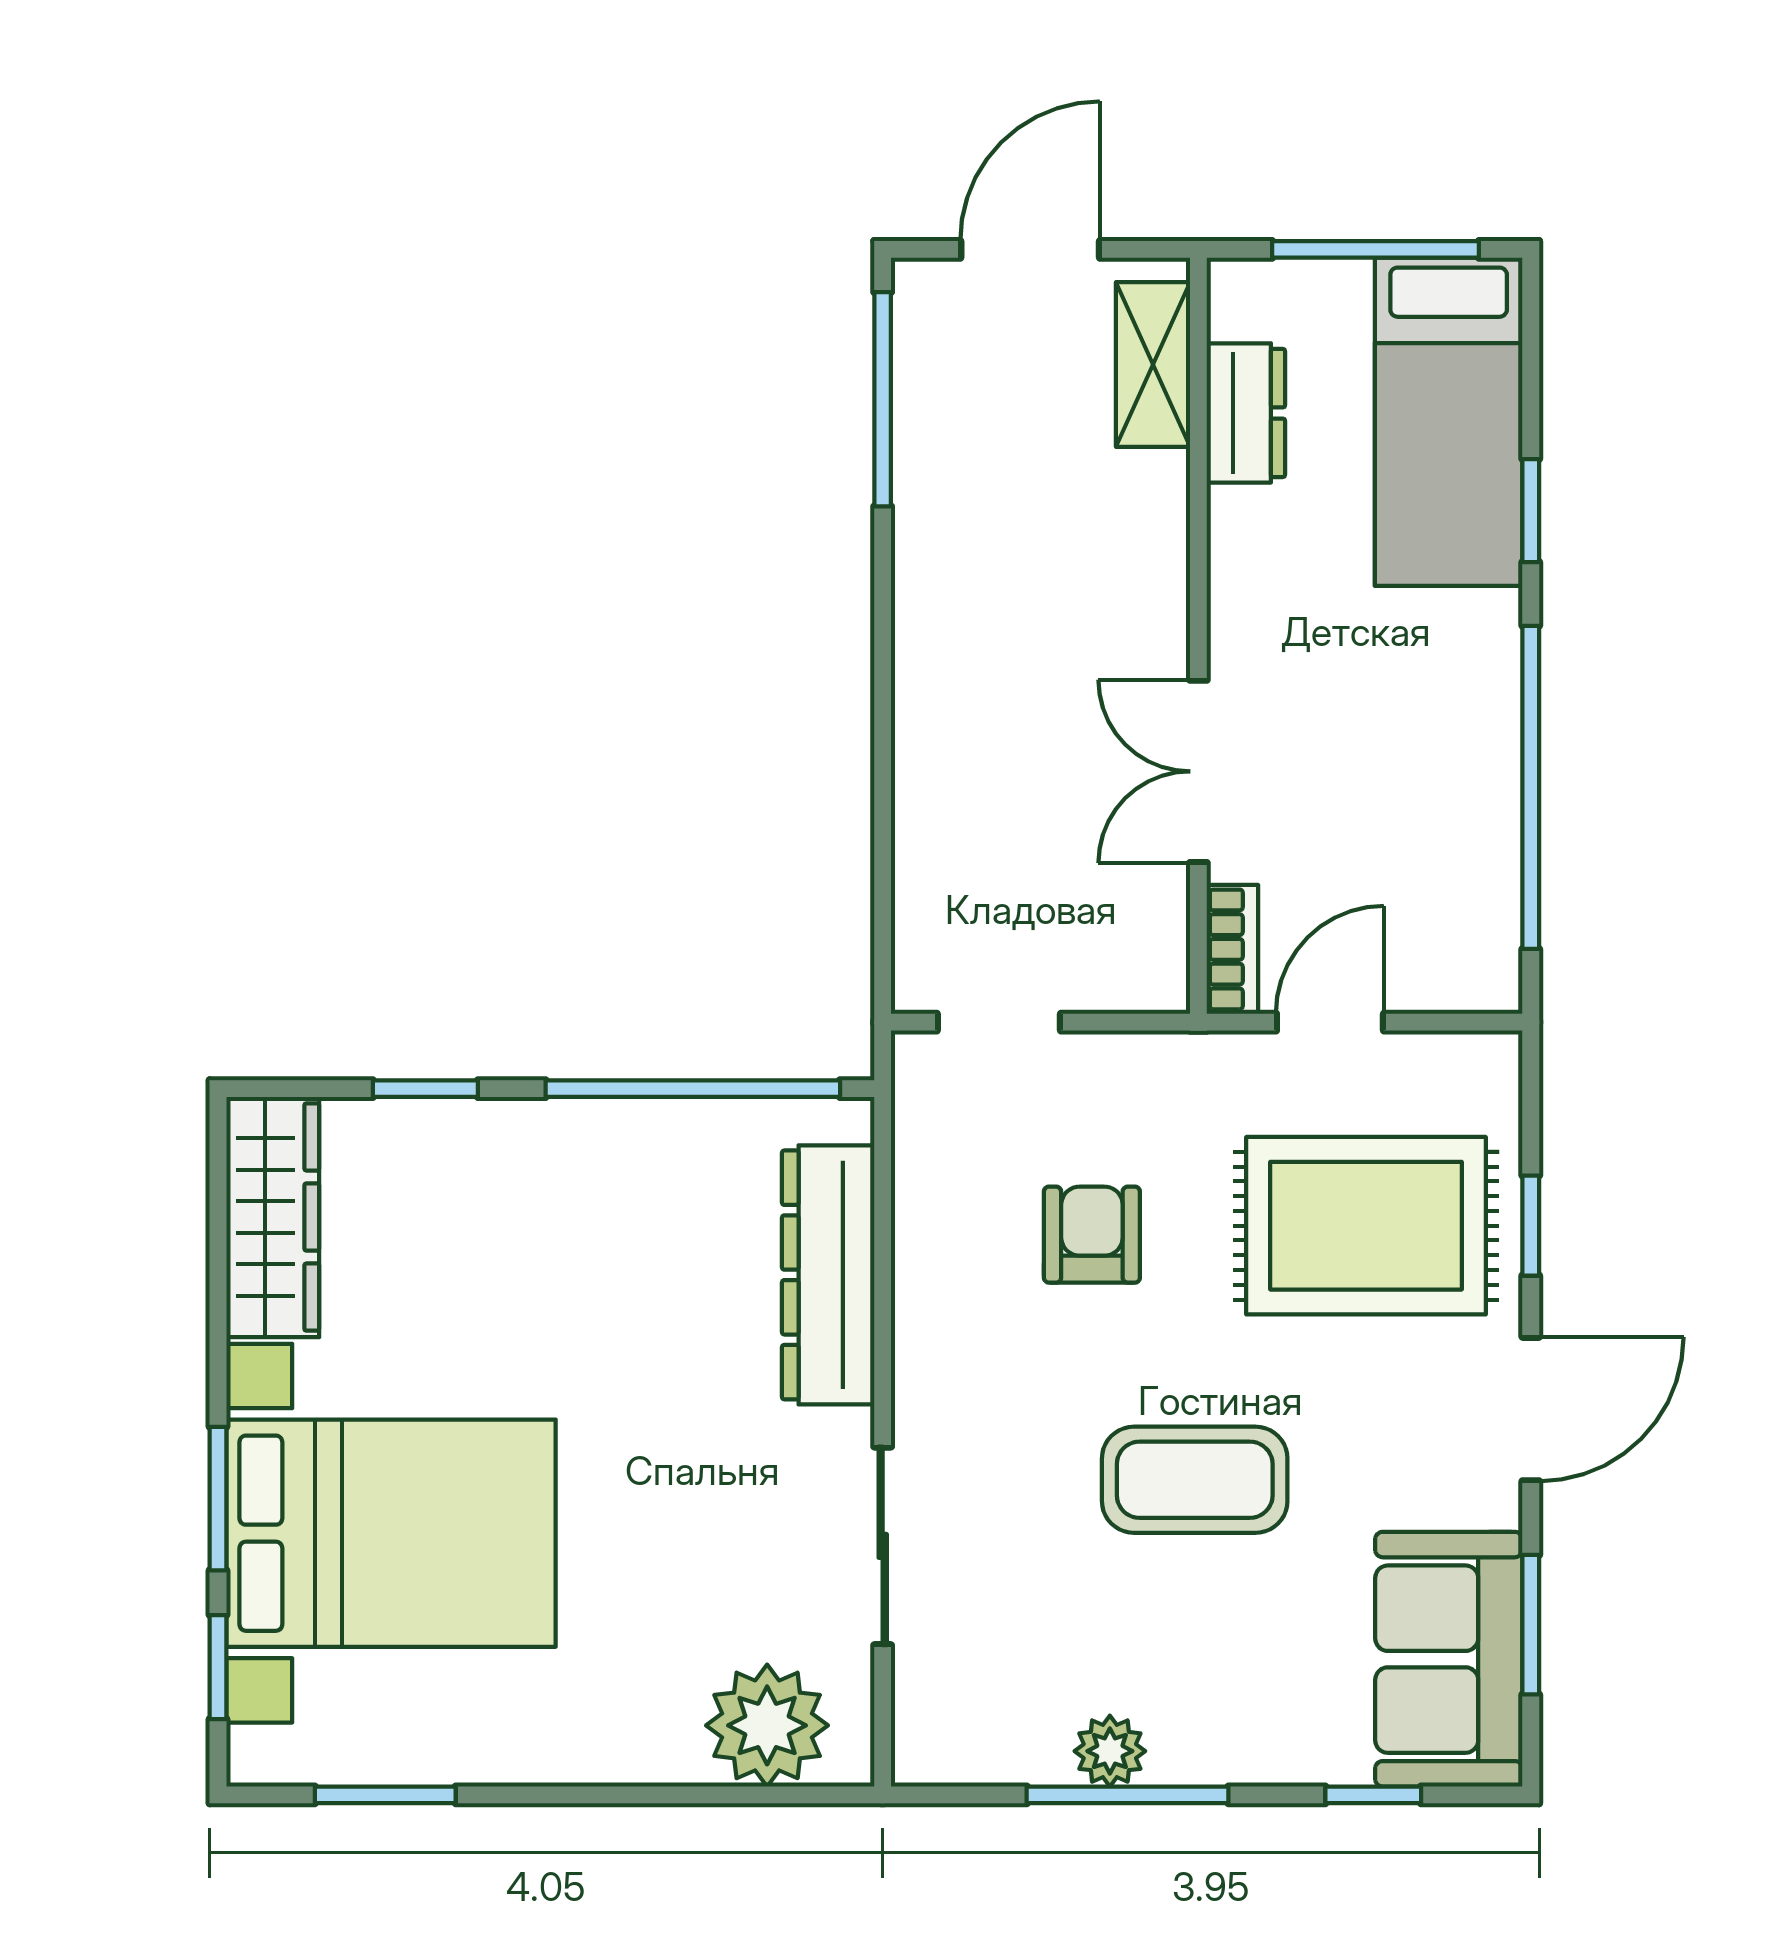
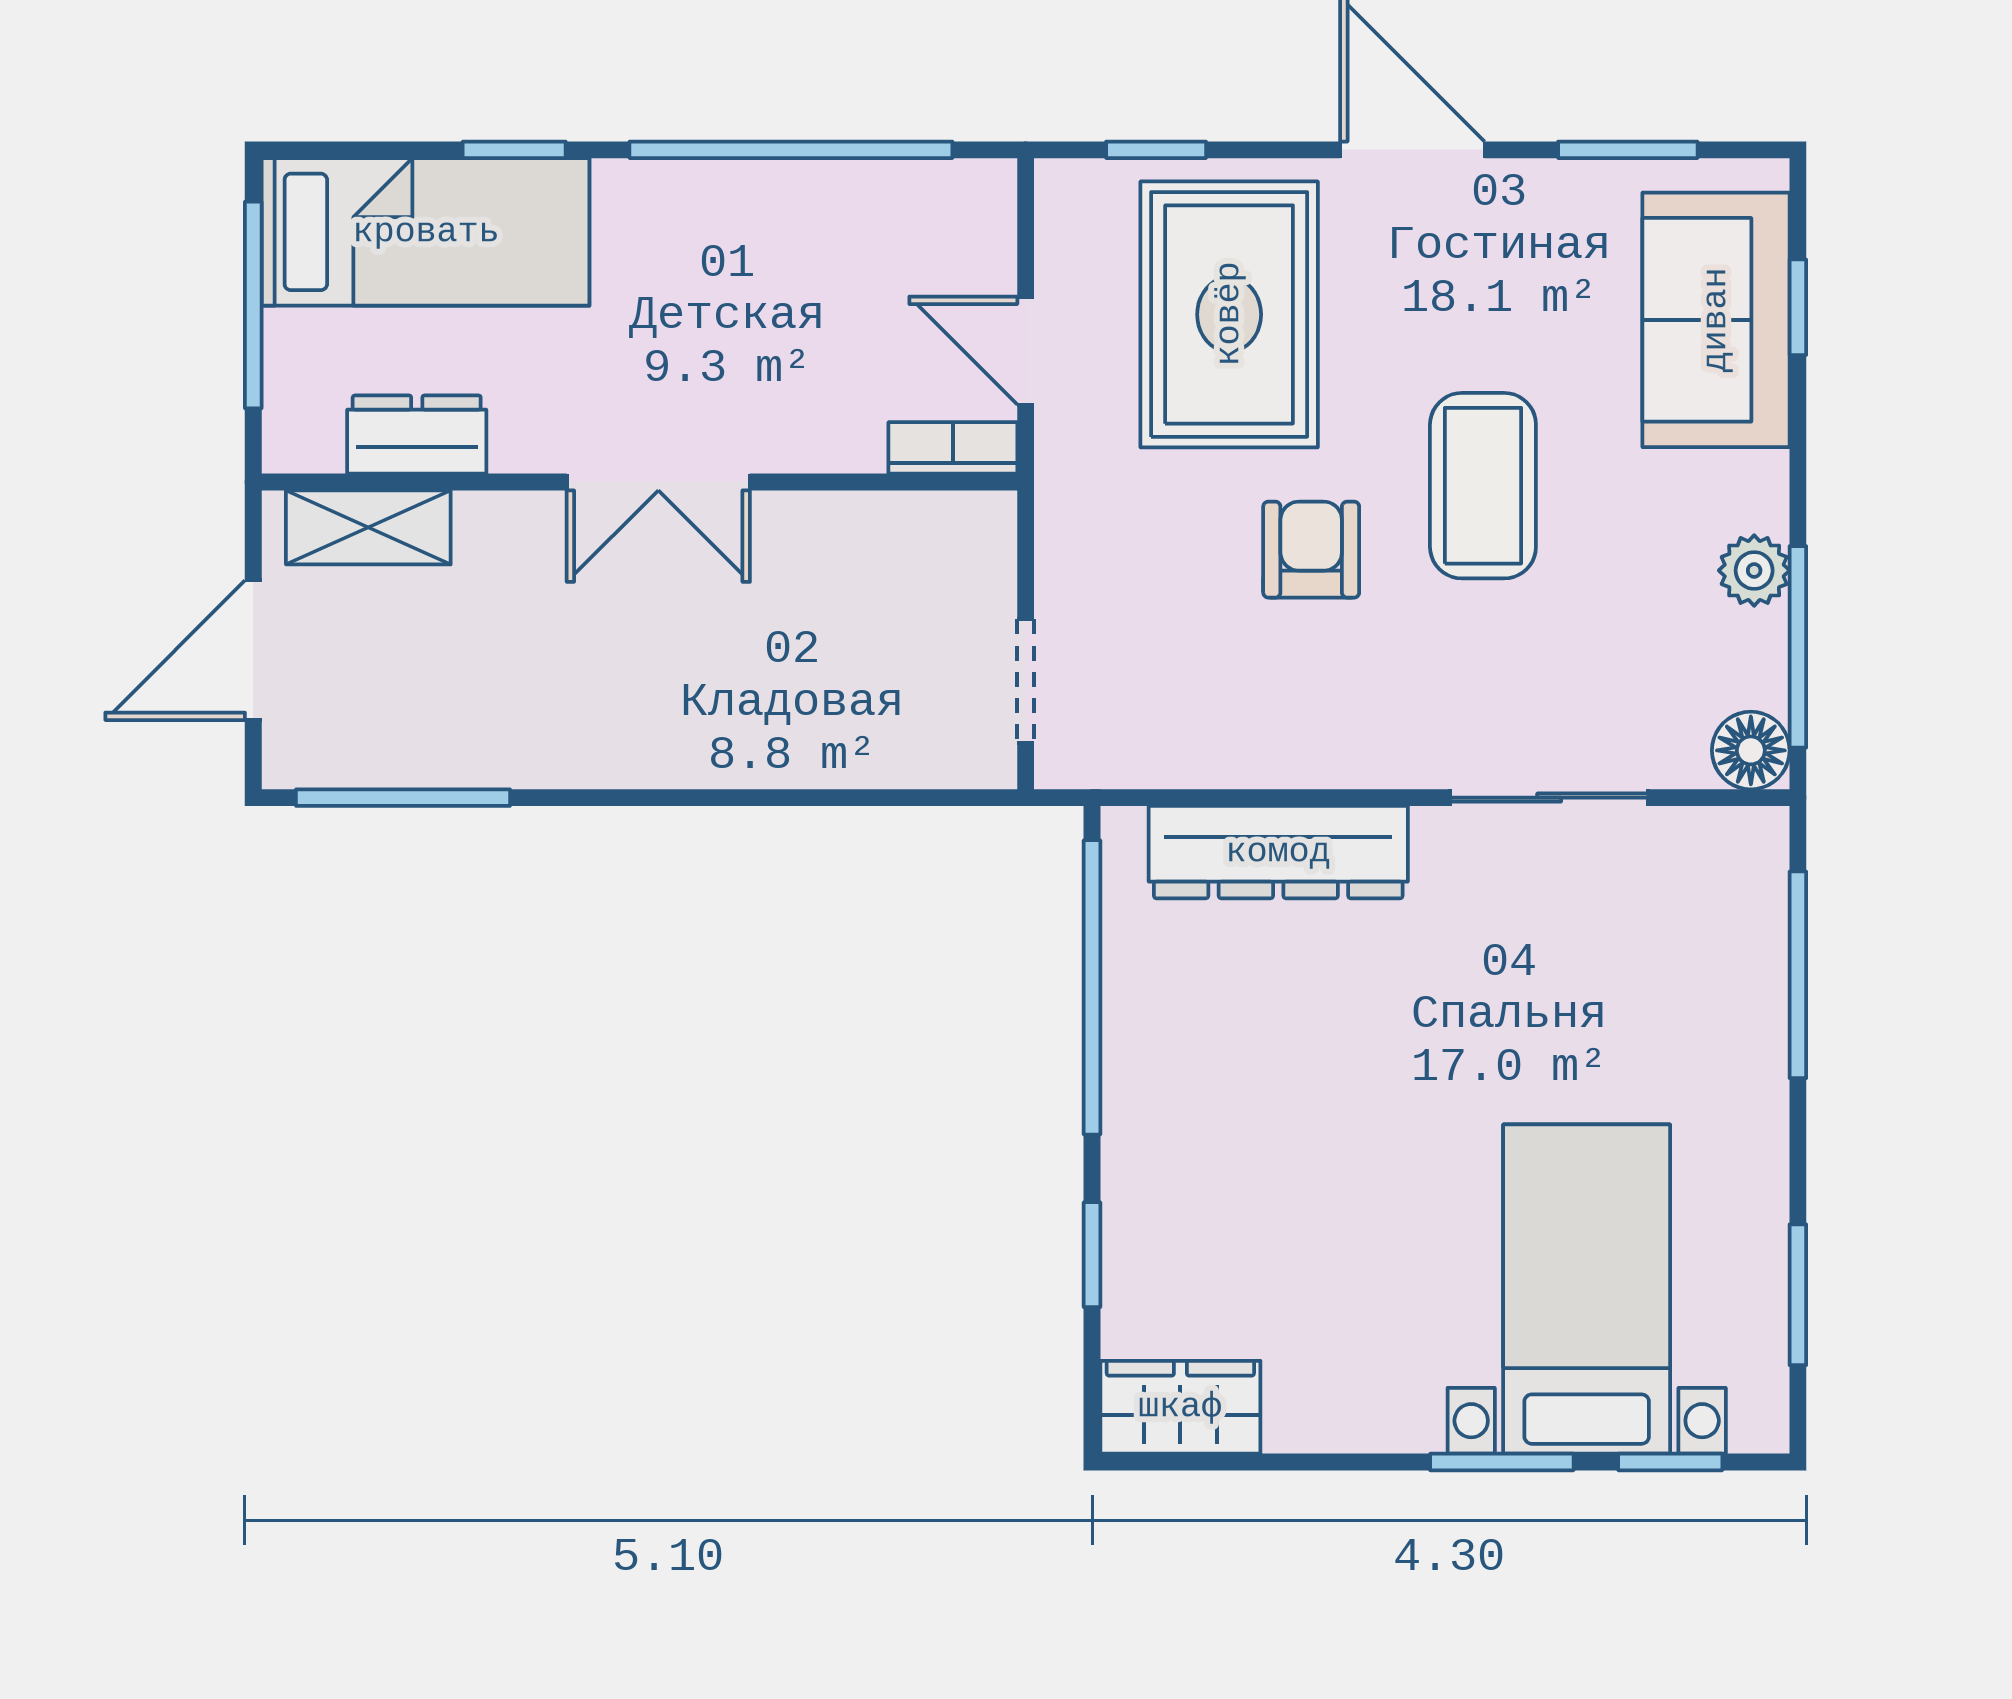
door: (1030, 249) -> (253, 650), hinge flipped
double door: (1198, 771) -> (658, 482), moved
wardrobe: (273, 1217) -> (1180, 1407), width x0.67
window: (1531, 1226) -> (1156, 150), moved
armchair: (1092, 1235) -> (1311, 550), moved, turned 90
bed with nightstands: (391, 1533) -> (1587, 1289), width x0.73
sofa: (1449, 1659) -> (1716, 320), moved, turned 90
plant: (767, 1725) -> (1729, 913), removed
floor lamp: (930, 1748) -> (1751, 750), added
window: (705, 1795) -> (1798, 975), added
window: (1128, 1795) -> (1798, 647), moved

